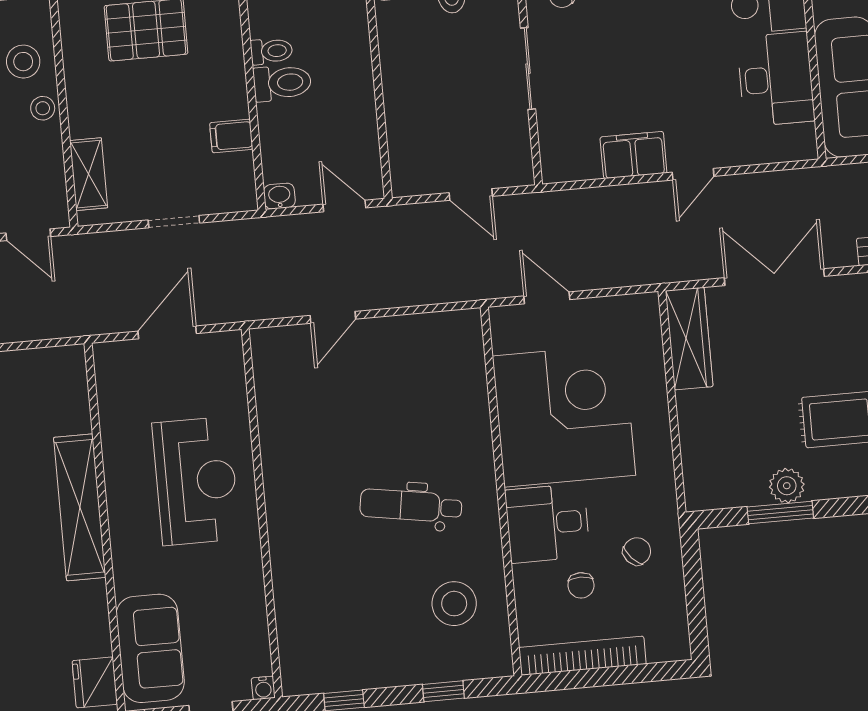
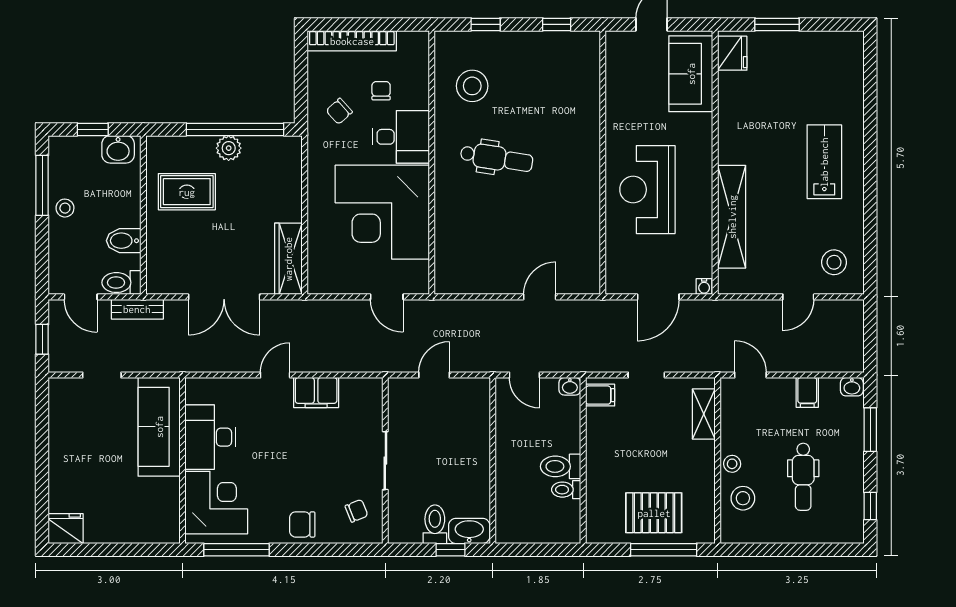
filing cabinet: (231, 136) -> (600, 395), moved
door: (471, 194) -> (434, 375), hinge flipped
shelving: (80, 507) -> (732, 217), moved
window: (780, 513) -> (235, 129), width x2.11
bookcase: (582, 656) -> (352, 41), moved
water cooler: (263, 688) -> (704, 286), moved, turned 180

